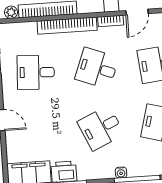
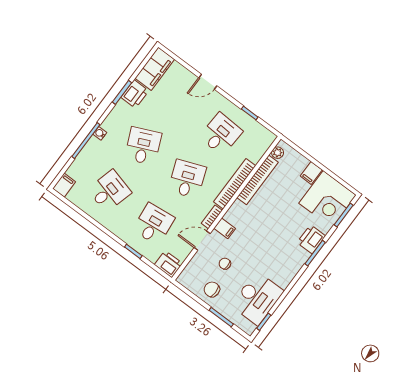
door: (137, 12) -> (202, 241), hinge flipped
desk: (97, 68) -> (187, 179), turned -42

